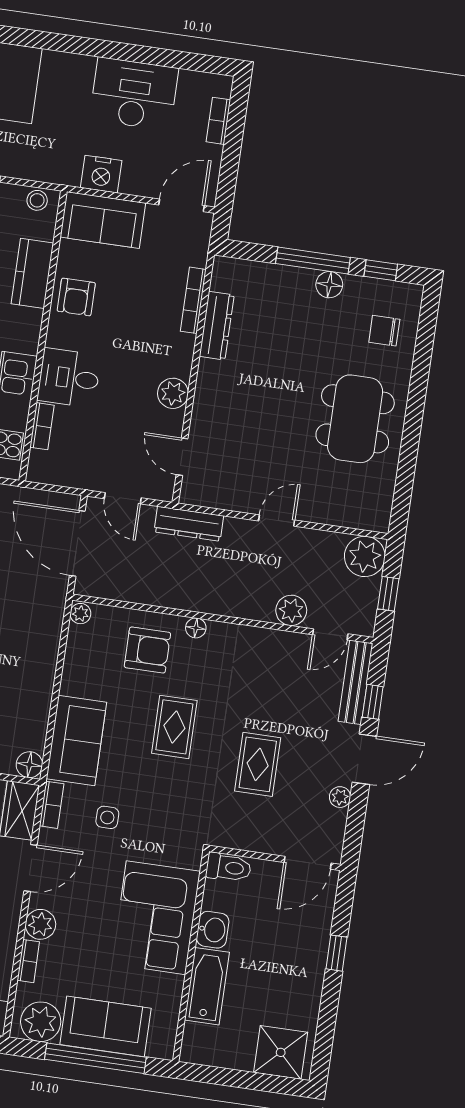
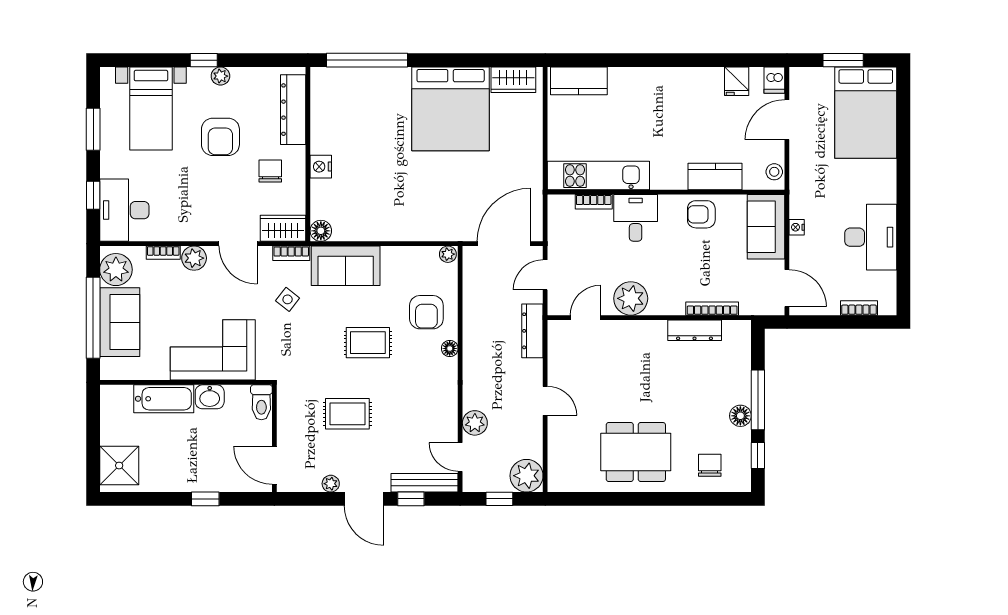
nightstand: (101, 174) -> (797, 227), width x0.53, depth x0.56
plant: (173, 393) -> (631, 298), width x1.36, depth x1.36
side table: (107, 817) -> (288, 299), turned 38

